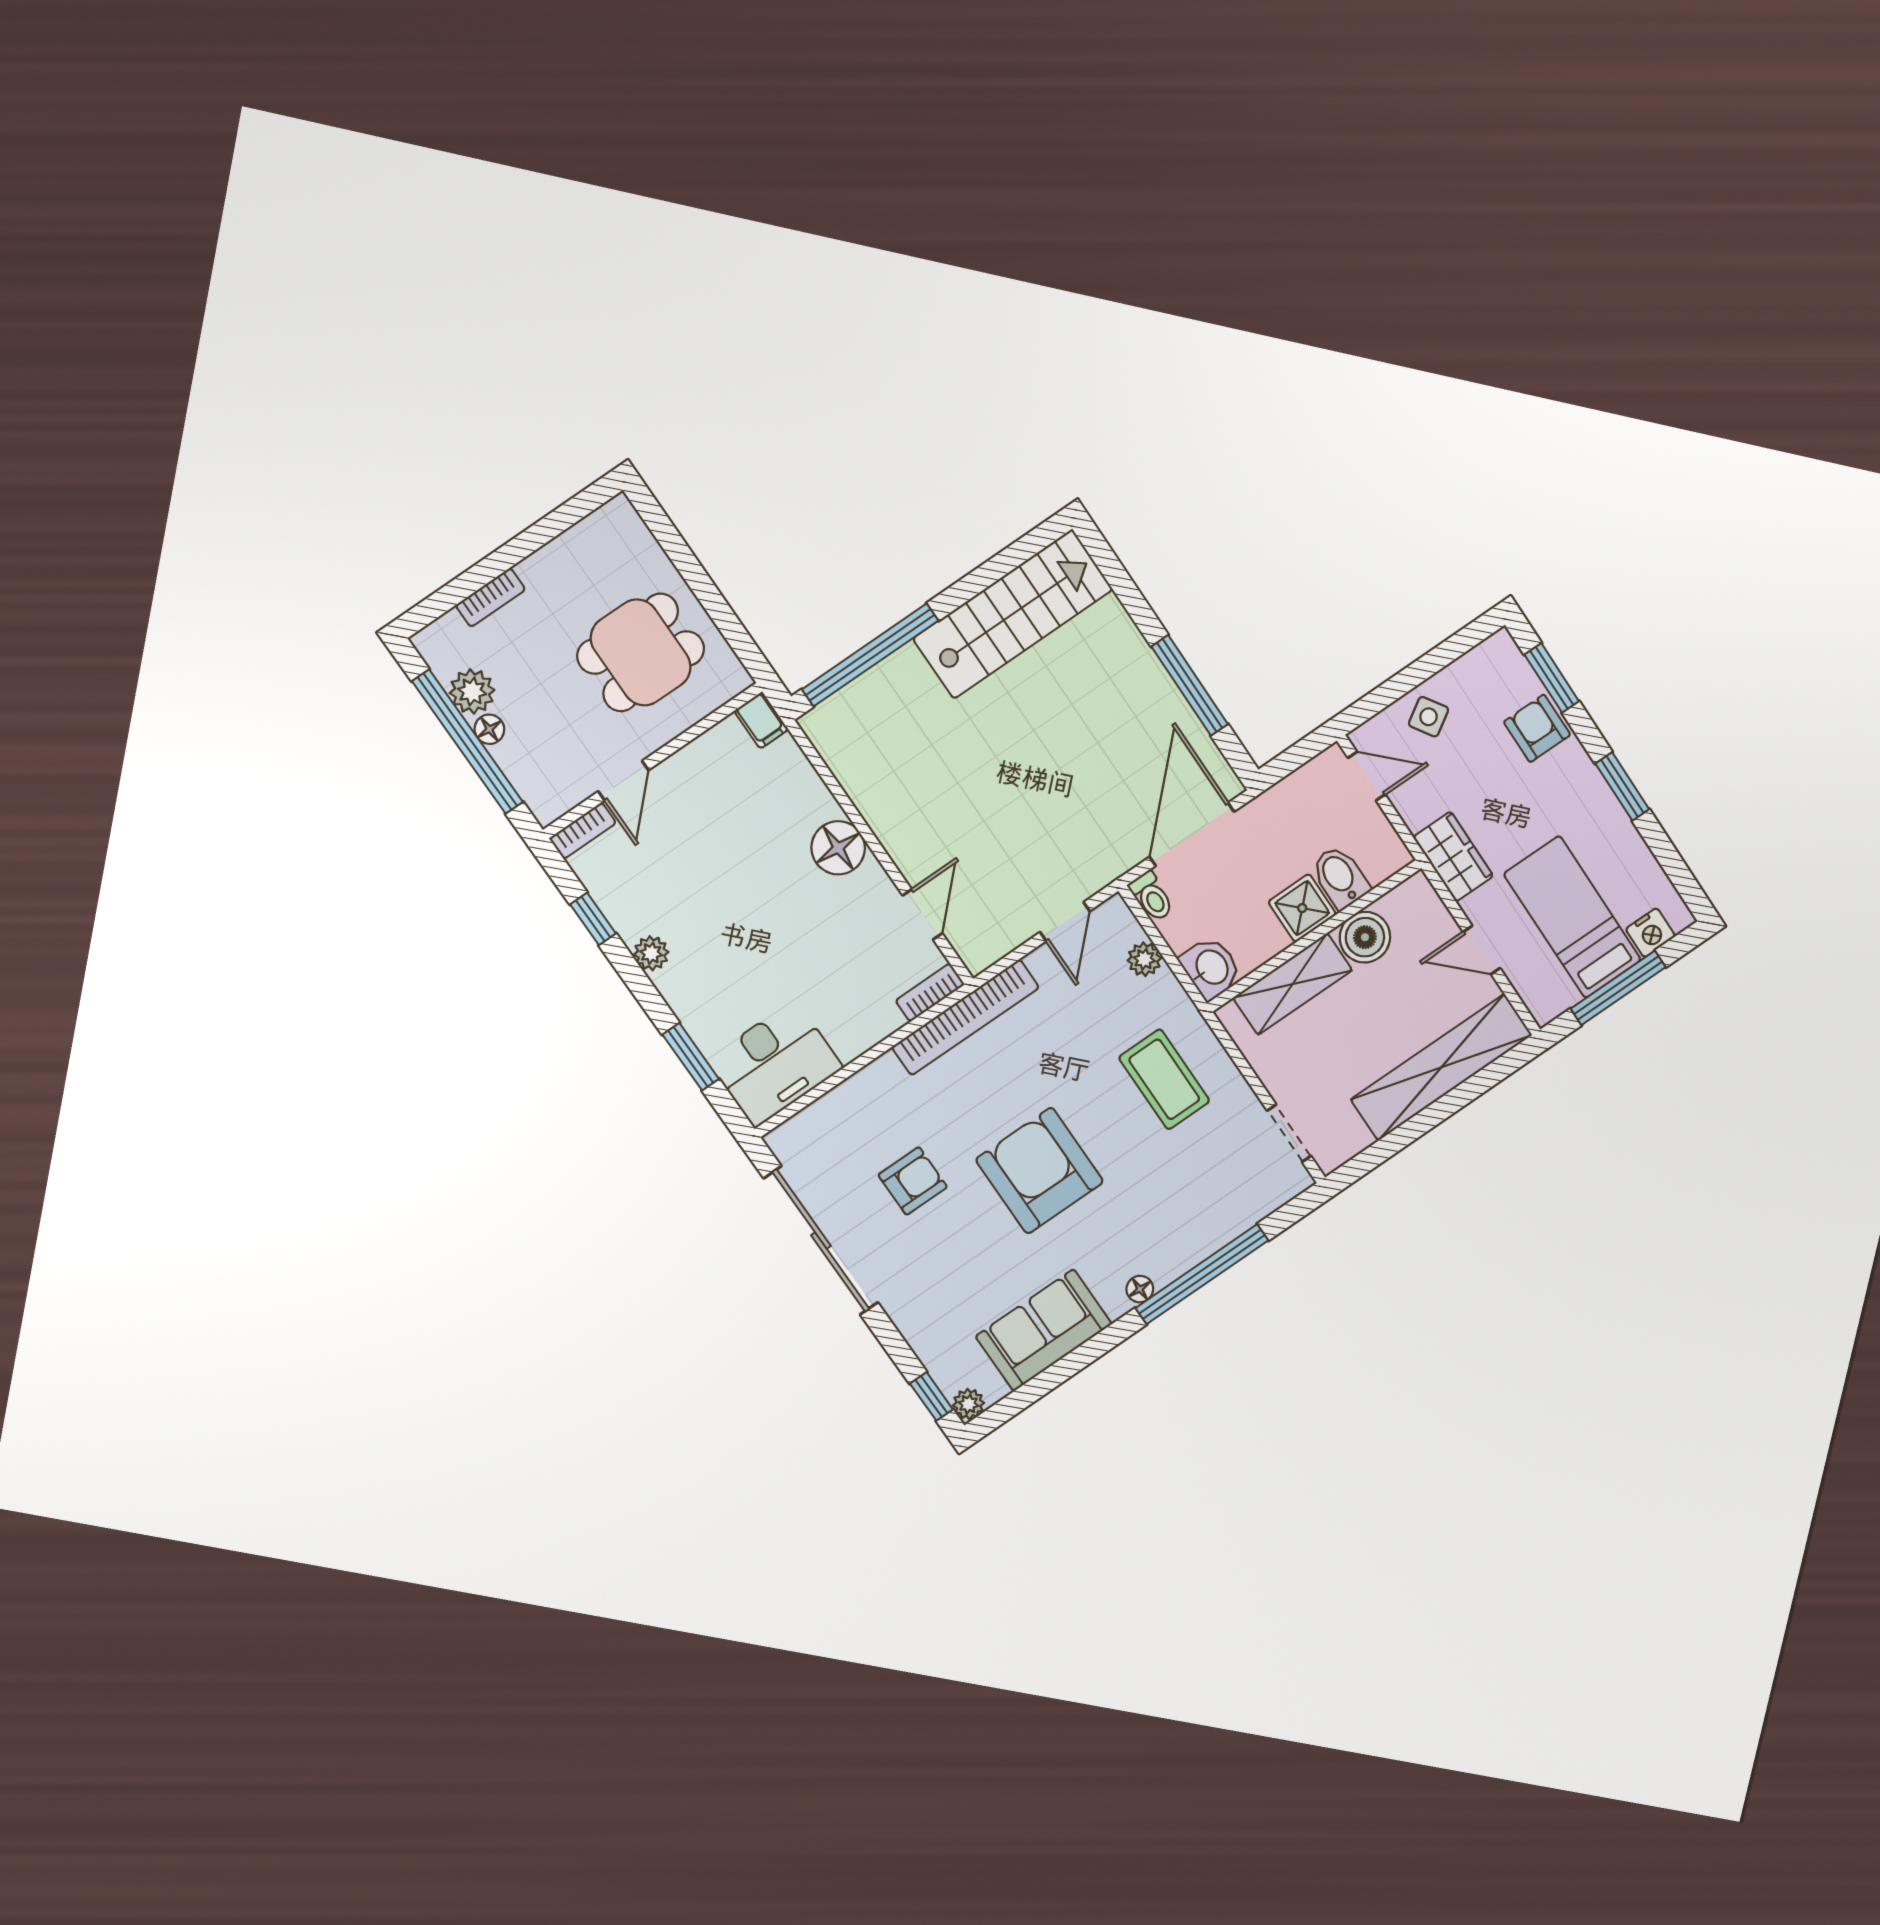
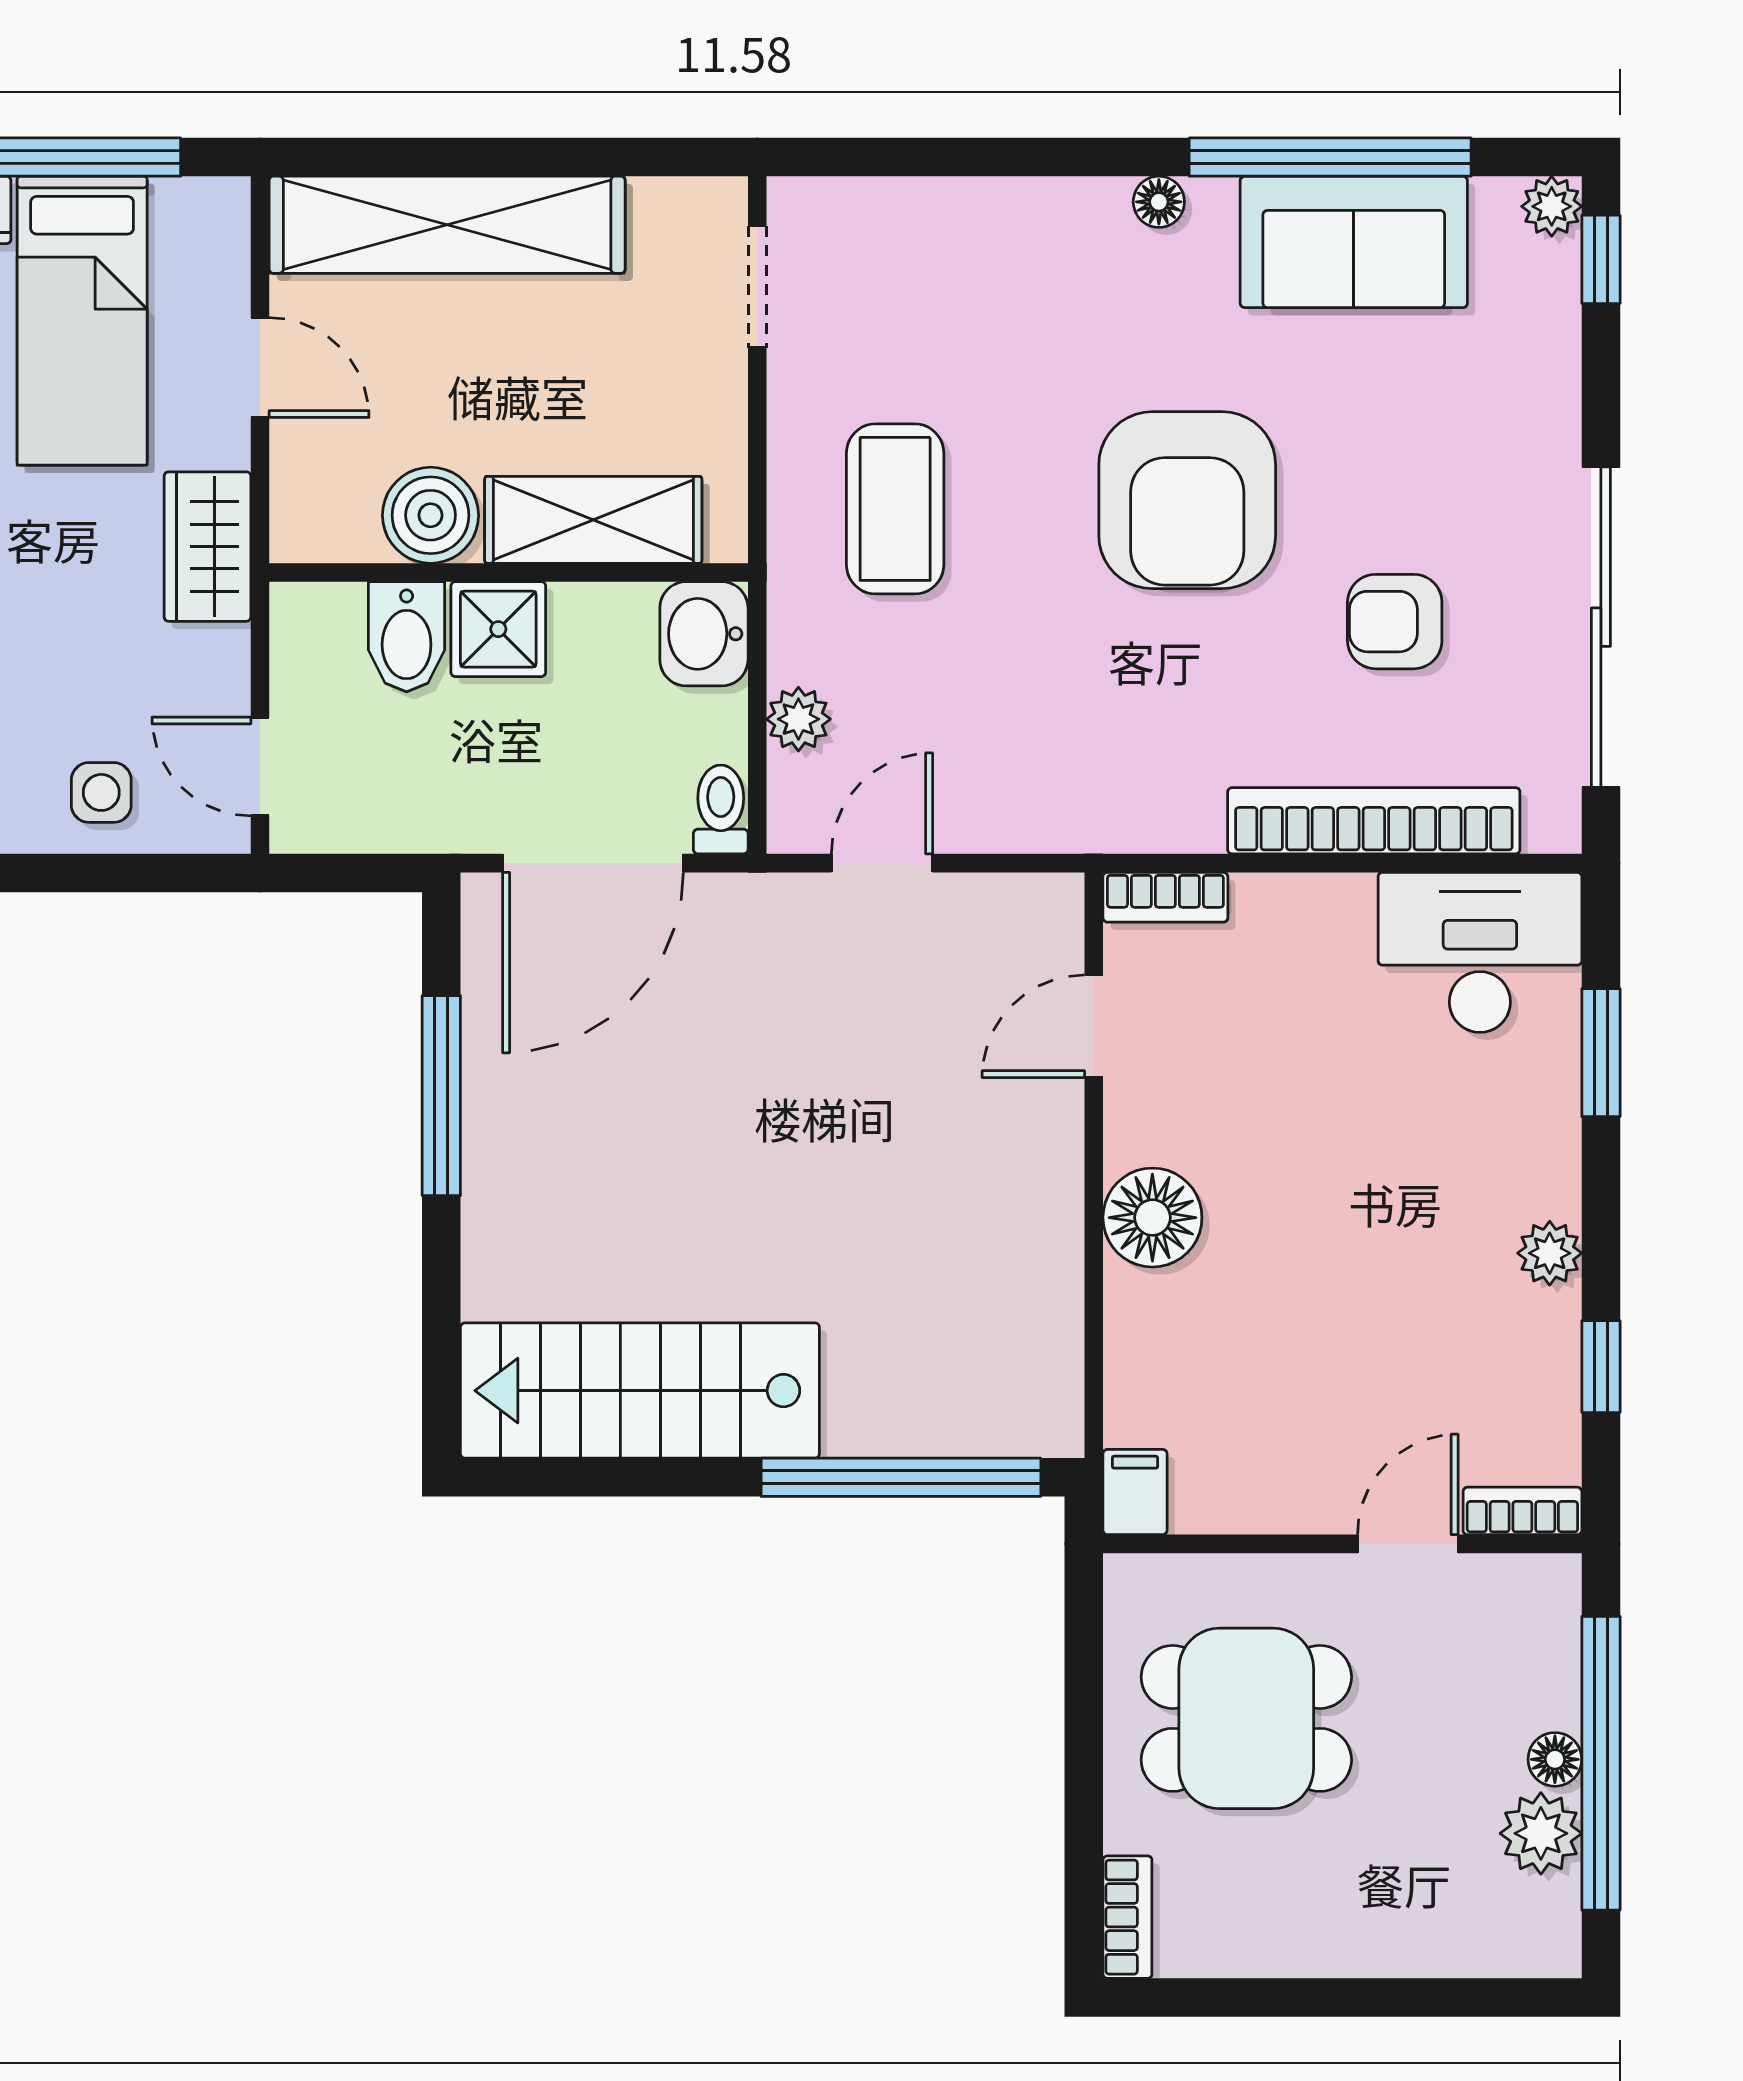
bookcase: (490, 597) -> (1127, 1917), moved, turned 90
side table: (1429, 717) -> (101, 792), turned 33
bookcase: (965, 1017) -> (1374, 821), moved
window: (1202, 1274) -> (1330, 157), moved

